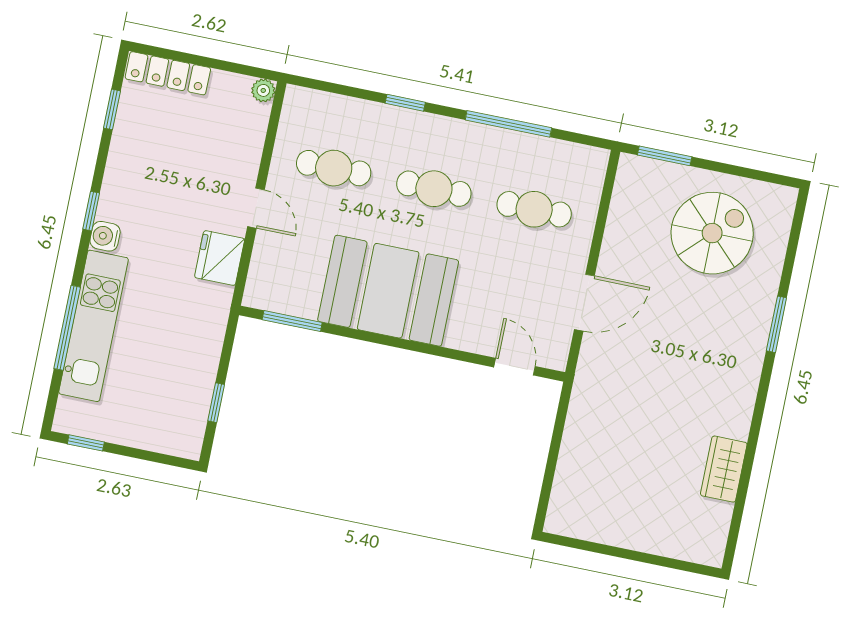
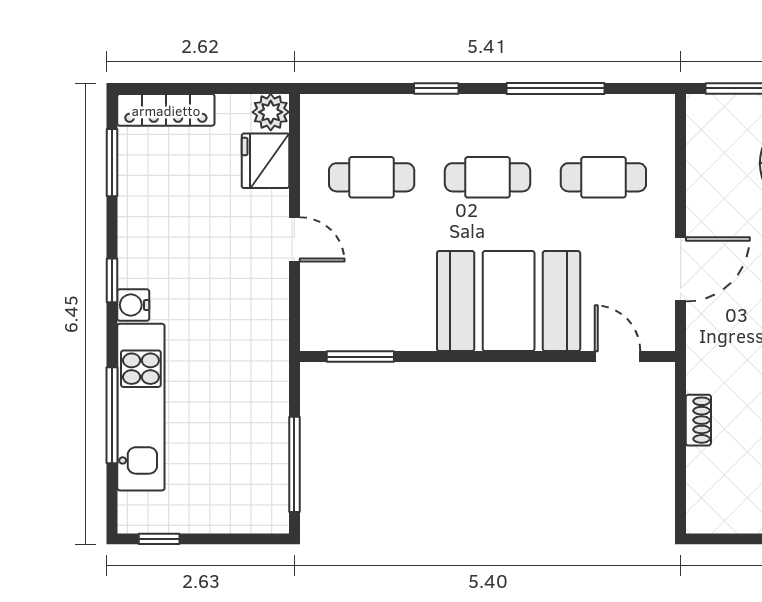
plant: (263, 90) -> (271, 112), width x1.38, depth x1.38
window: (112, 109) -> (112, 163), width x1.50
fridge: (220, 258) -> (265, 161), moved
booth: (388, 291) -> (509, 301), moved
window: (216, 403) -> (294, 464), width x2.17
shoe rack: (573, 436) -> (698, 420), added

